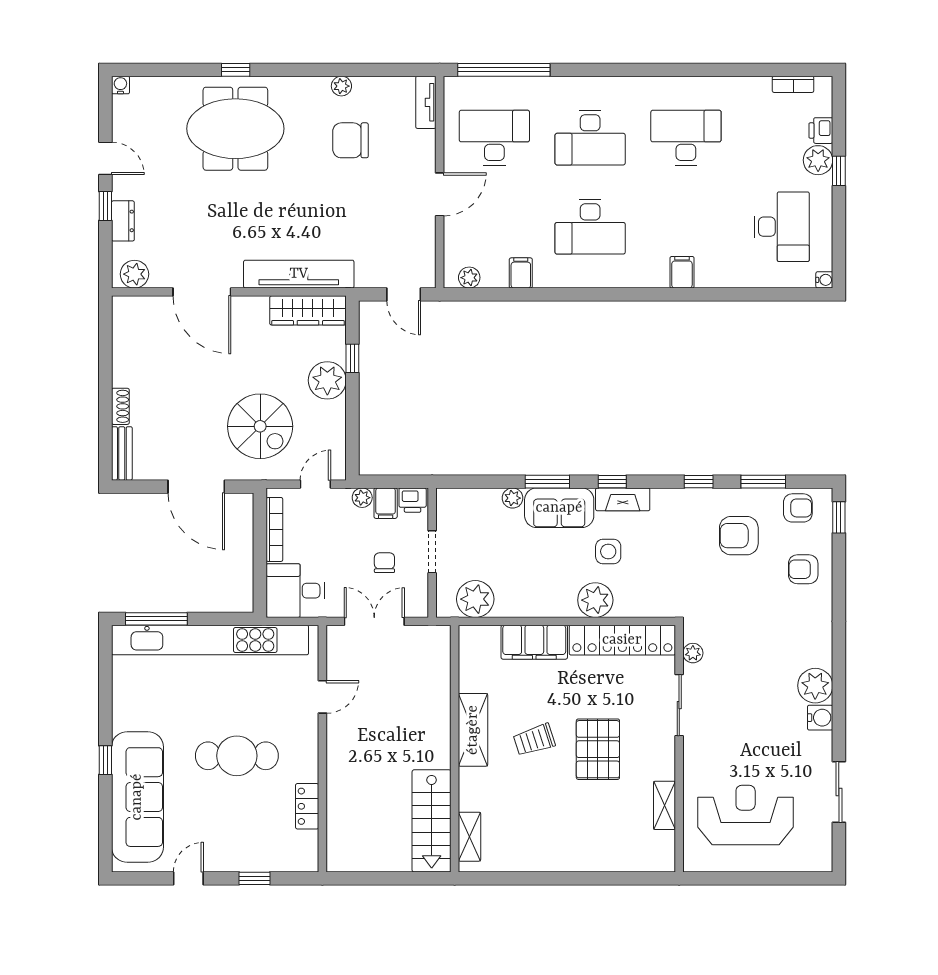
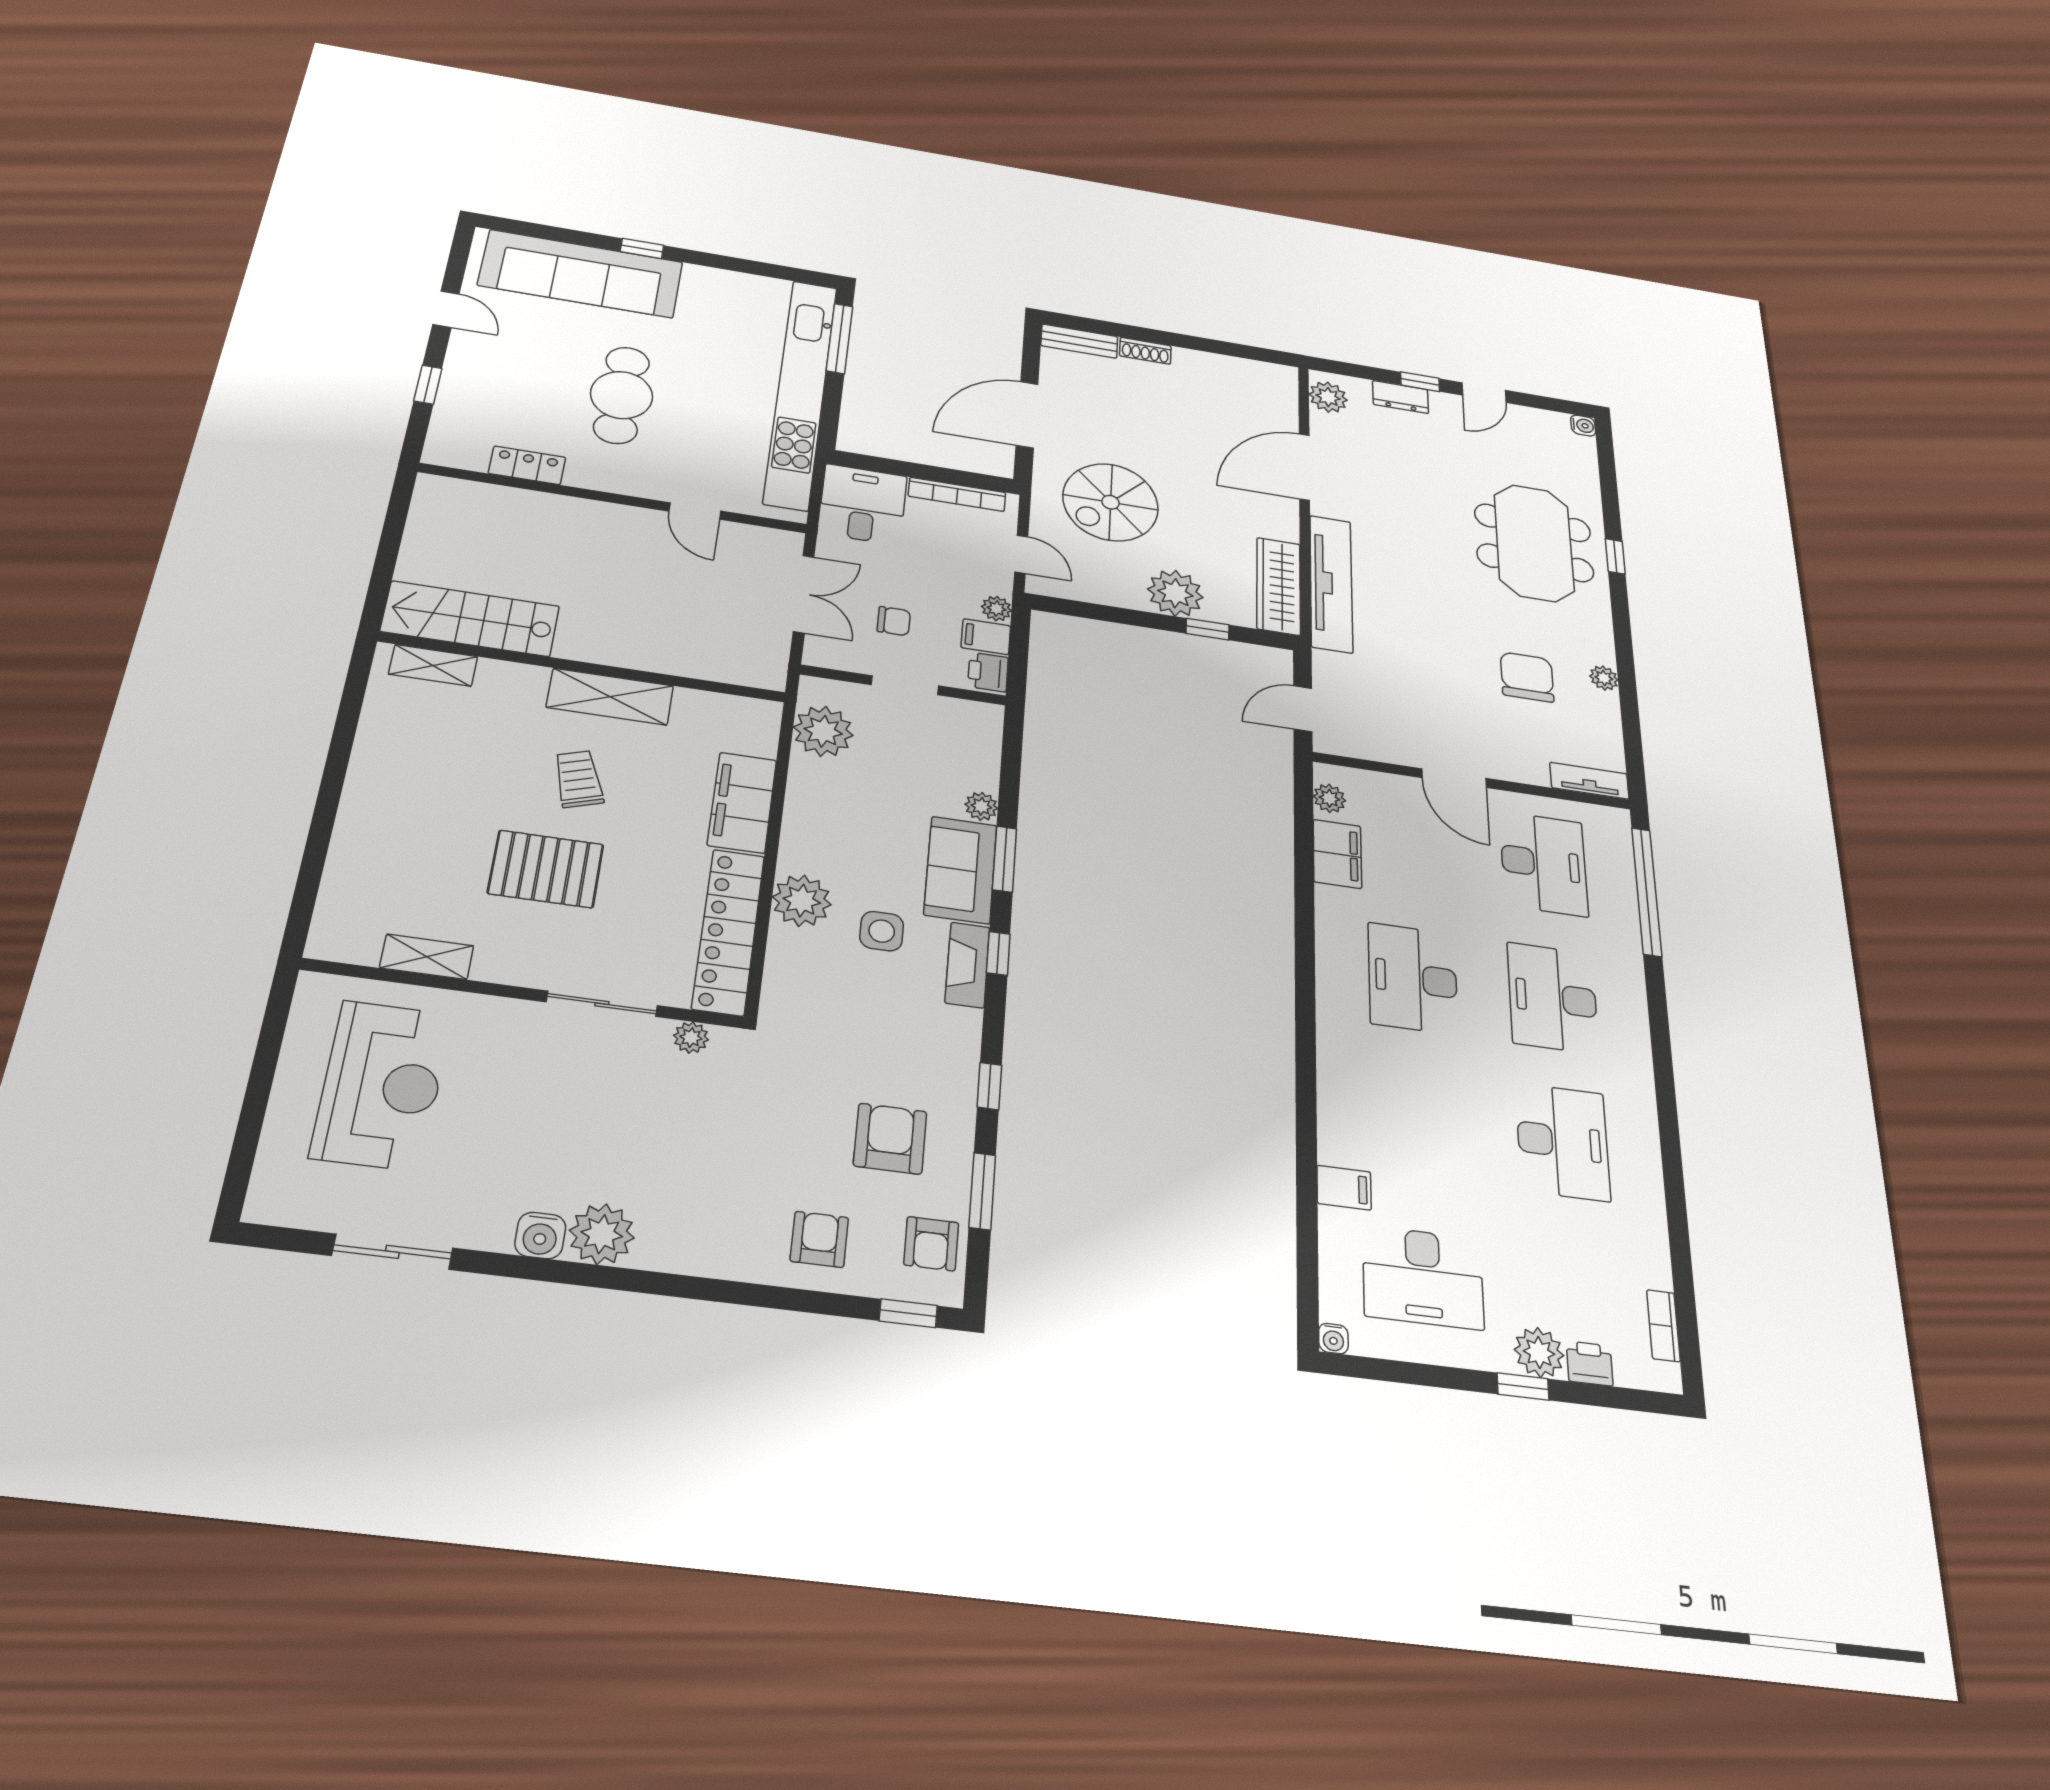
filing cabinet: (682, 272) -> (1344, 1188), moved
filing cabinet: (521, 273) -> (1337, 854), width x2.00

